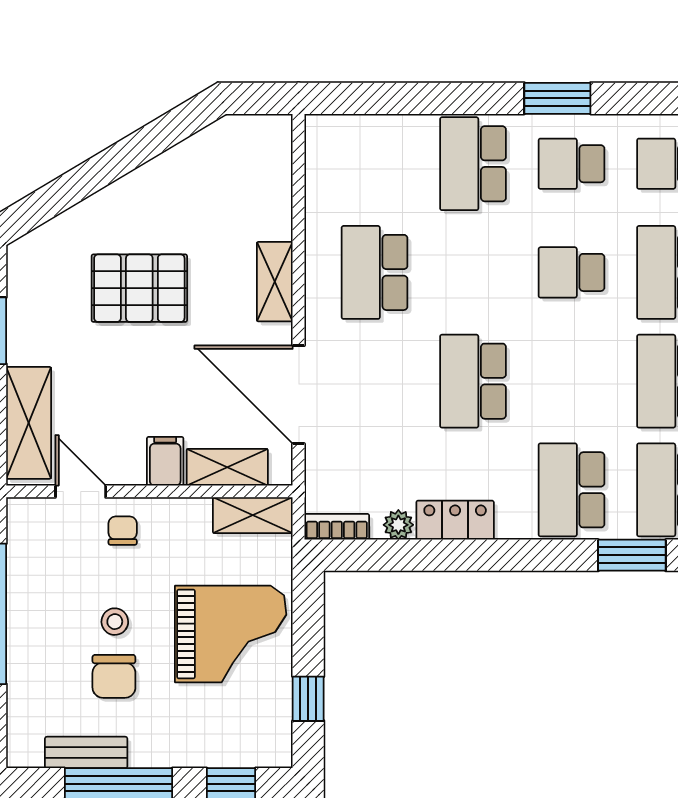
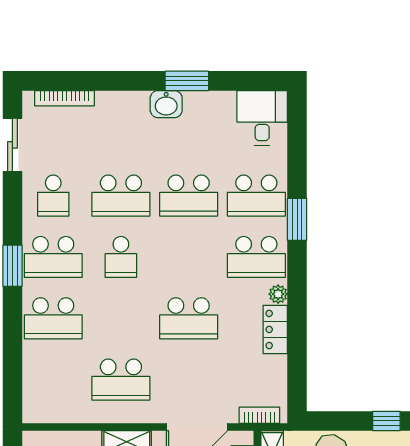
school desk: (572, 164) -> (53, 257), width x1.85
plant: (398, 525) -> (278, 294), moved
bookcase: (337, 527) -> (259, 415), moved, turned 90

